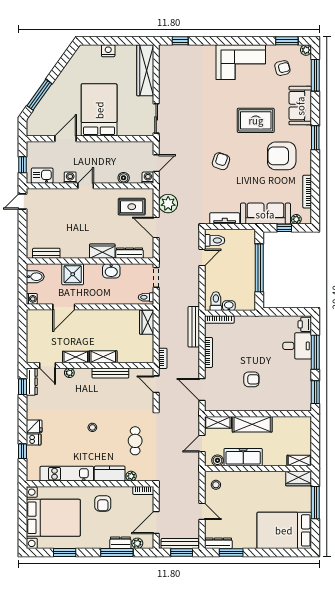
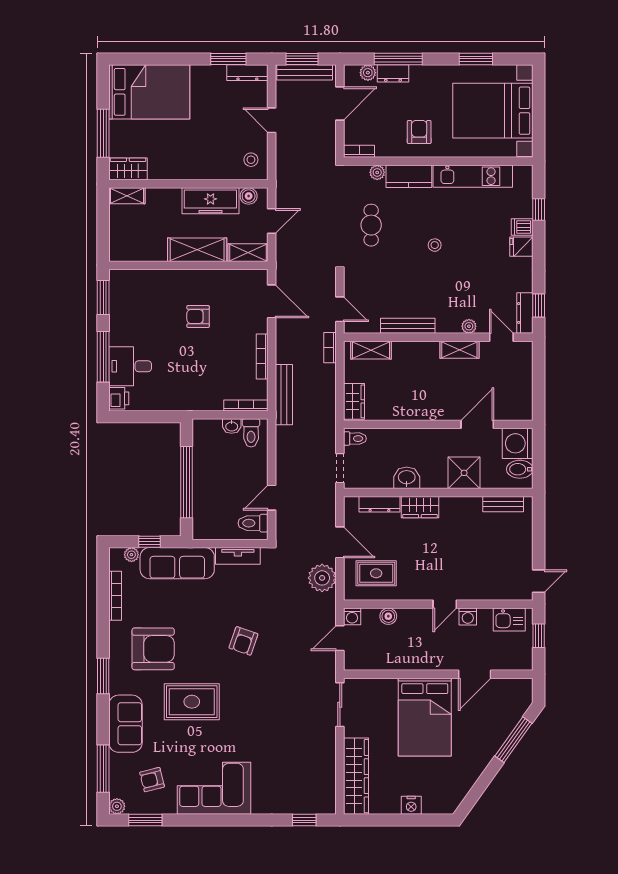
washing machine: (32, 299) -> (518, 443), width x1.89, depth x1.89
shelving: (103, 357) -> (371, 350), moved

